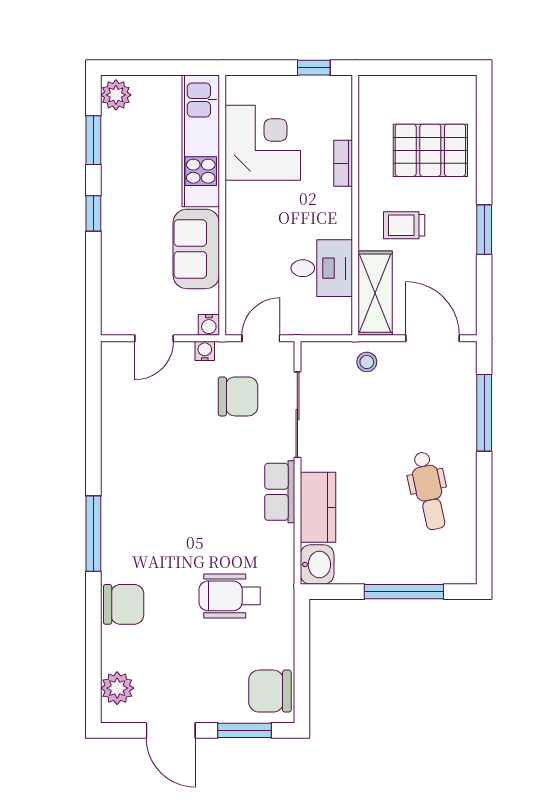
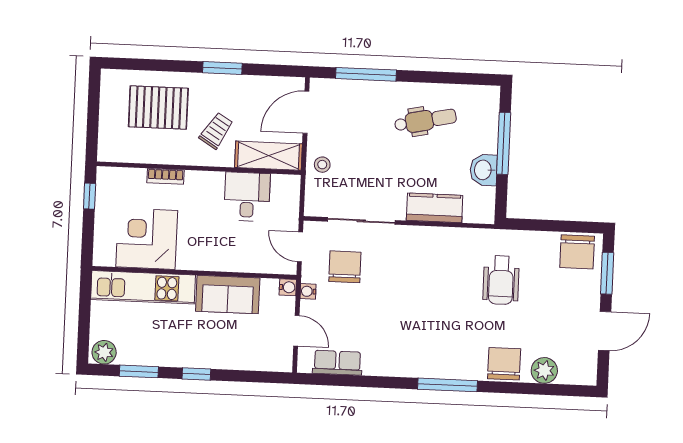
pallet: (430, 150) -> (158, 108), turned 90
trolley: (404, 225) -> (216, 131), turned -148
row of seats: (280, 492) -> (337, 363), moved, turned 180
washbasin: (317, 565) -> (484, 170), moved, turned -90
plant: (117, 688) -> (544, 370), moved

